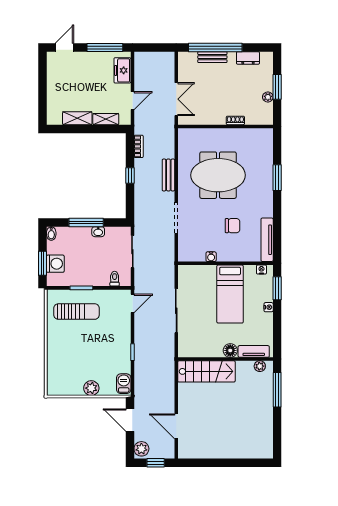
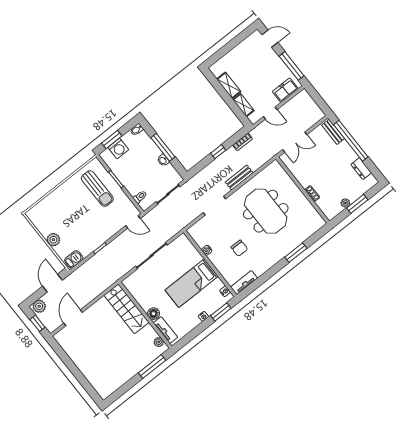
bench: (212, 57) -> (333, 132), moved
tv unit: (267, 240) -> (244, 283), width x0.71

